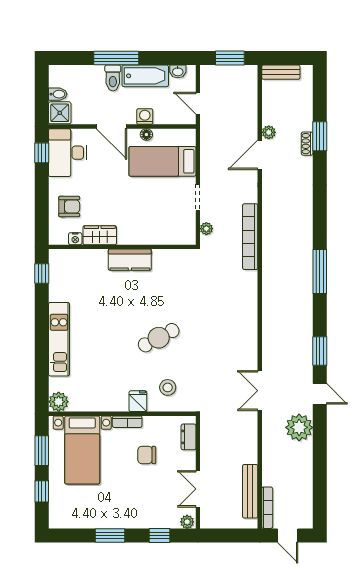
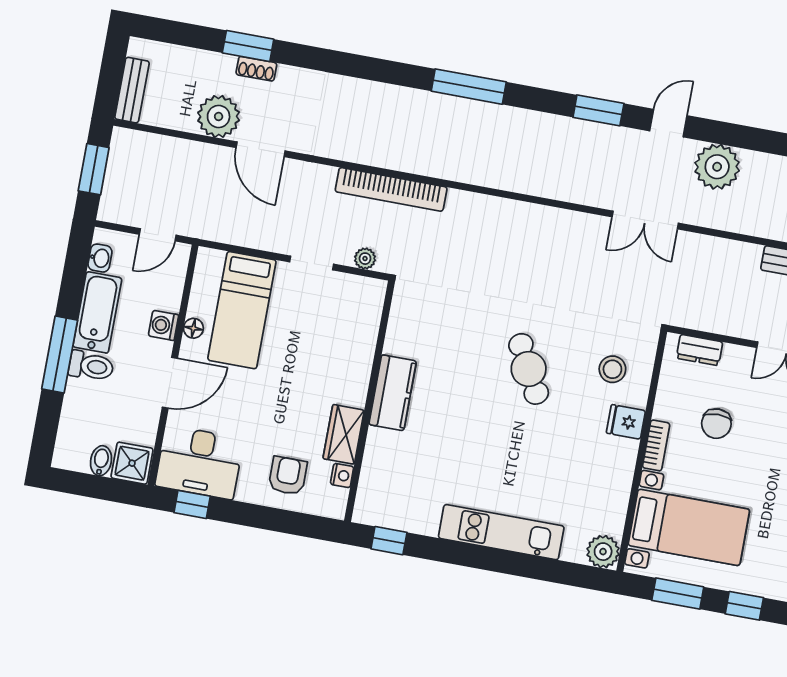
plant: (269, 132) -> (219, 116), width x1.88, depth x1.88

